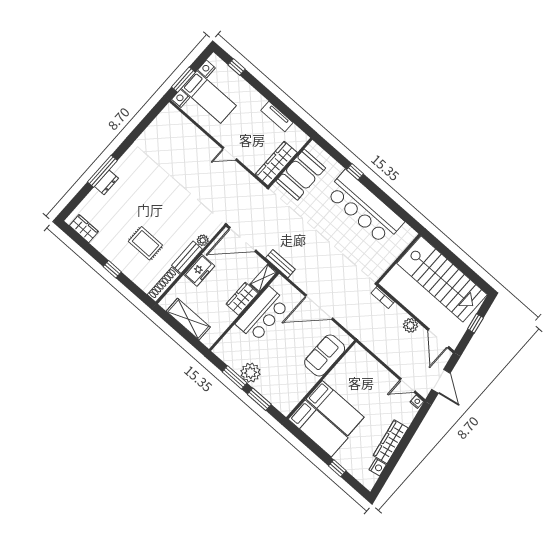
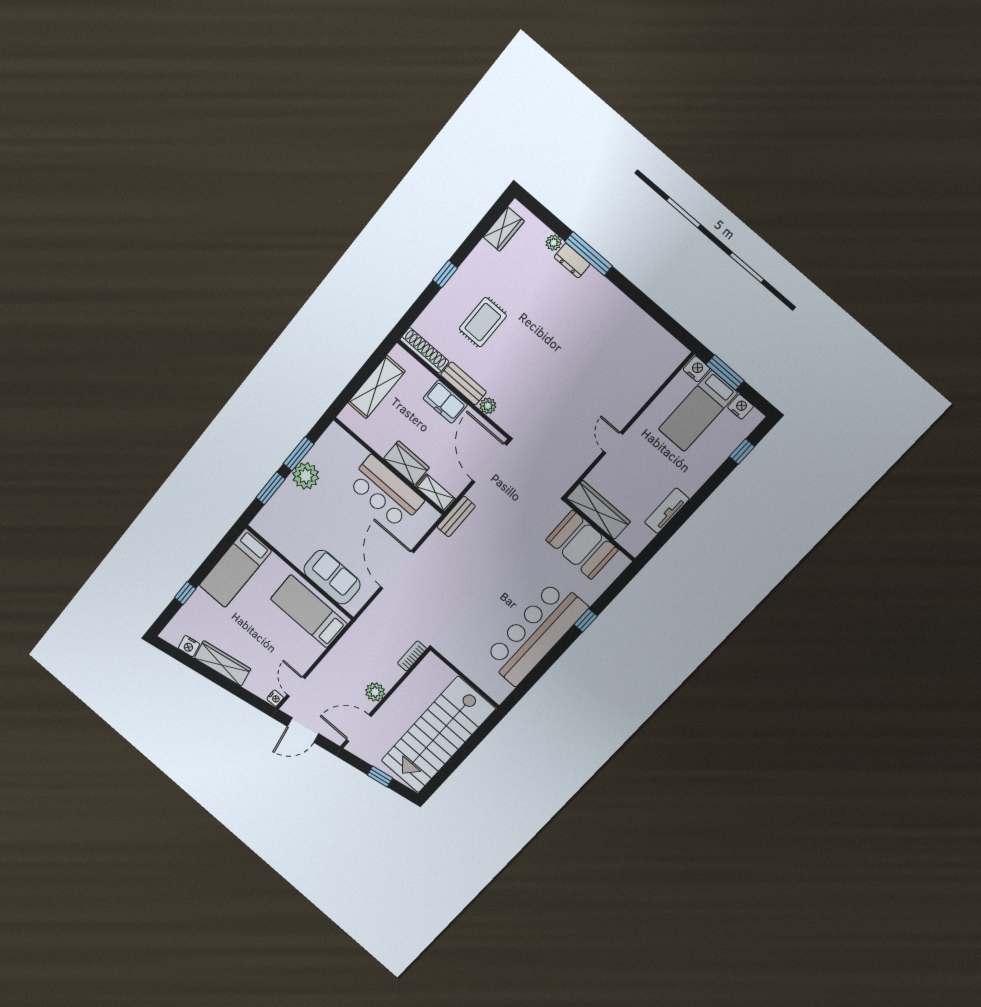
plant: (94, 195) -> (554, 243), added
bed: (335, 408) -> (309, 611), moved, turned 90

